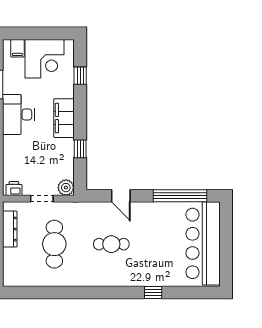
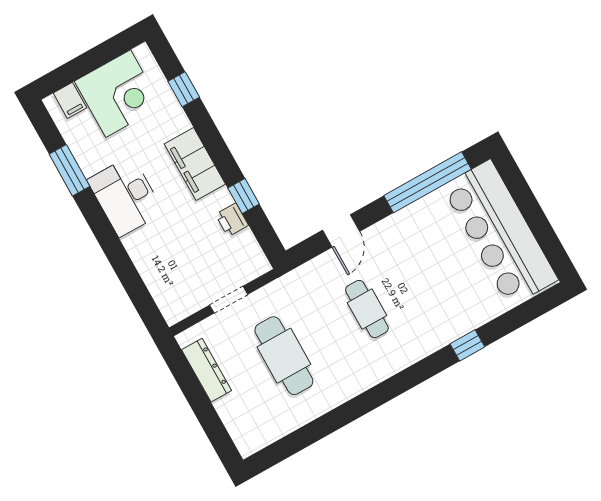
plant: (66, 188) -> (255, 264), removed
printer: (14, 189) -> (232, 220), moved, turned -90
door: (121, 196) -> (341, 231), hinge flipped
cafe table: (111, 244) -> (367, 309), turned 90

